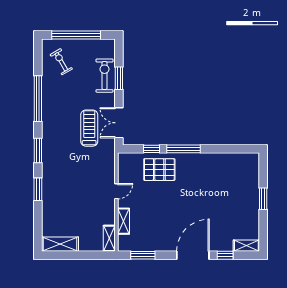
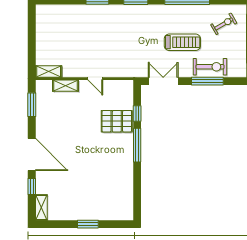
window: (119, 78) -> (207, 81), width x1.44
treadmill: (89, 128) -> (182, 42), moved
pallet: (159, 170) -> (117, 121), turned 90
shelving: (60, 244) -> (43, 23), removed

